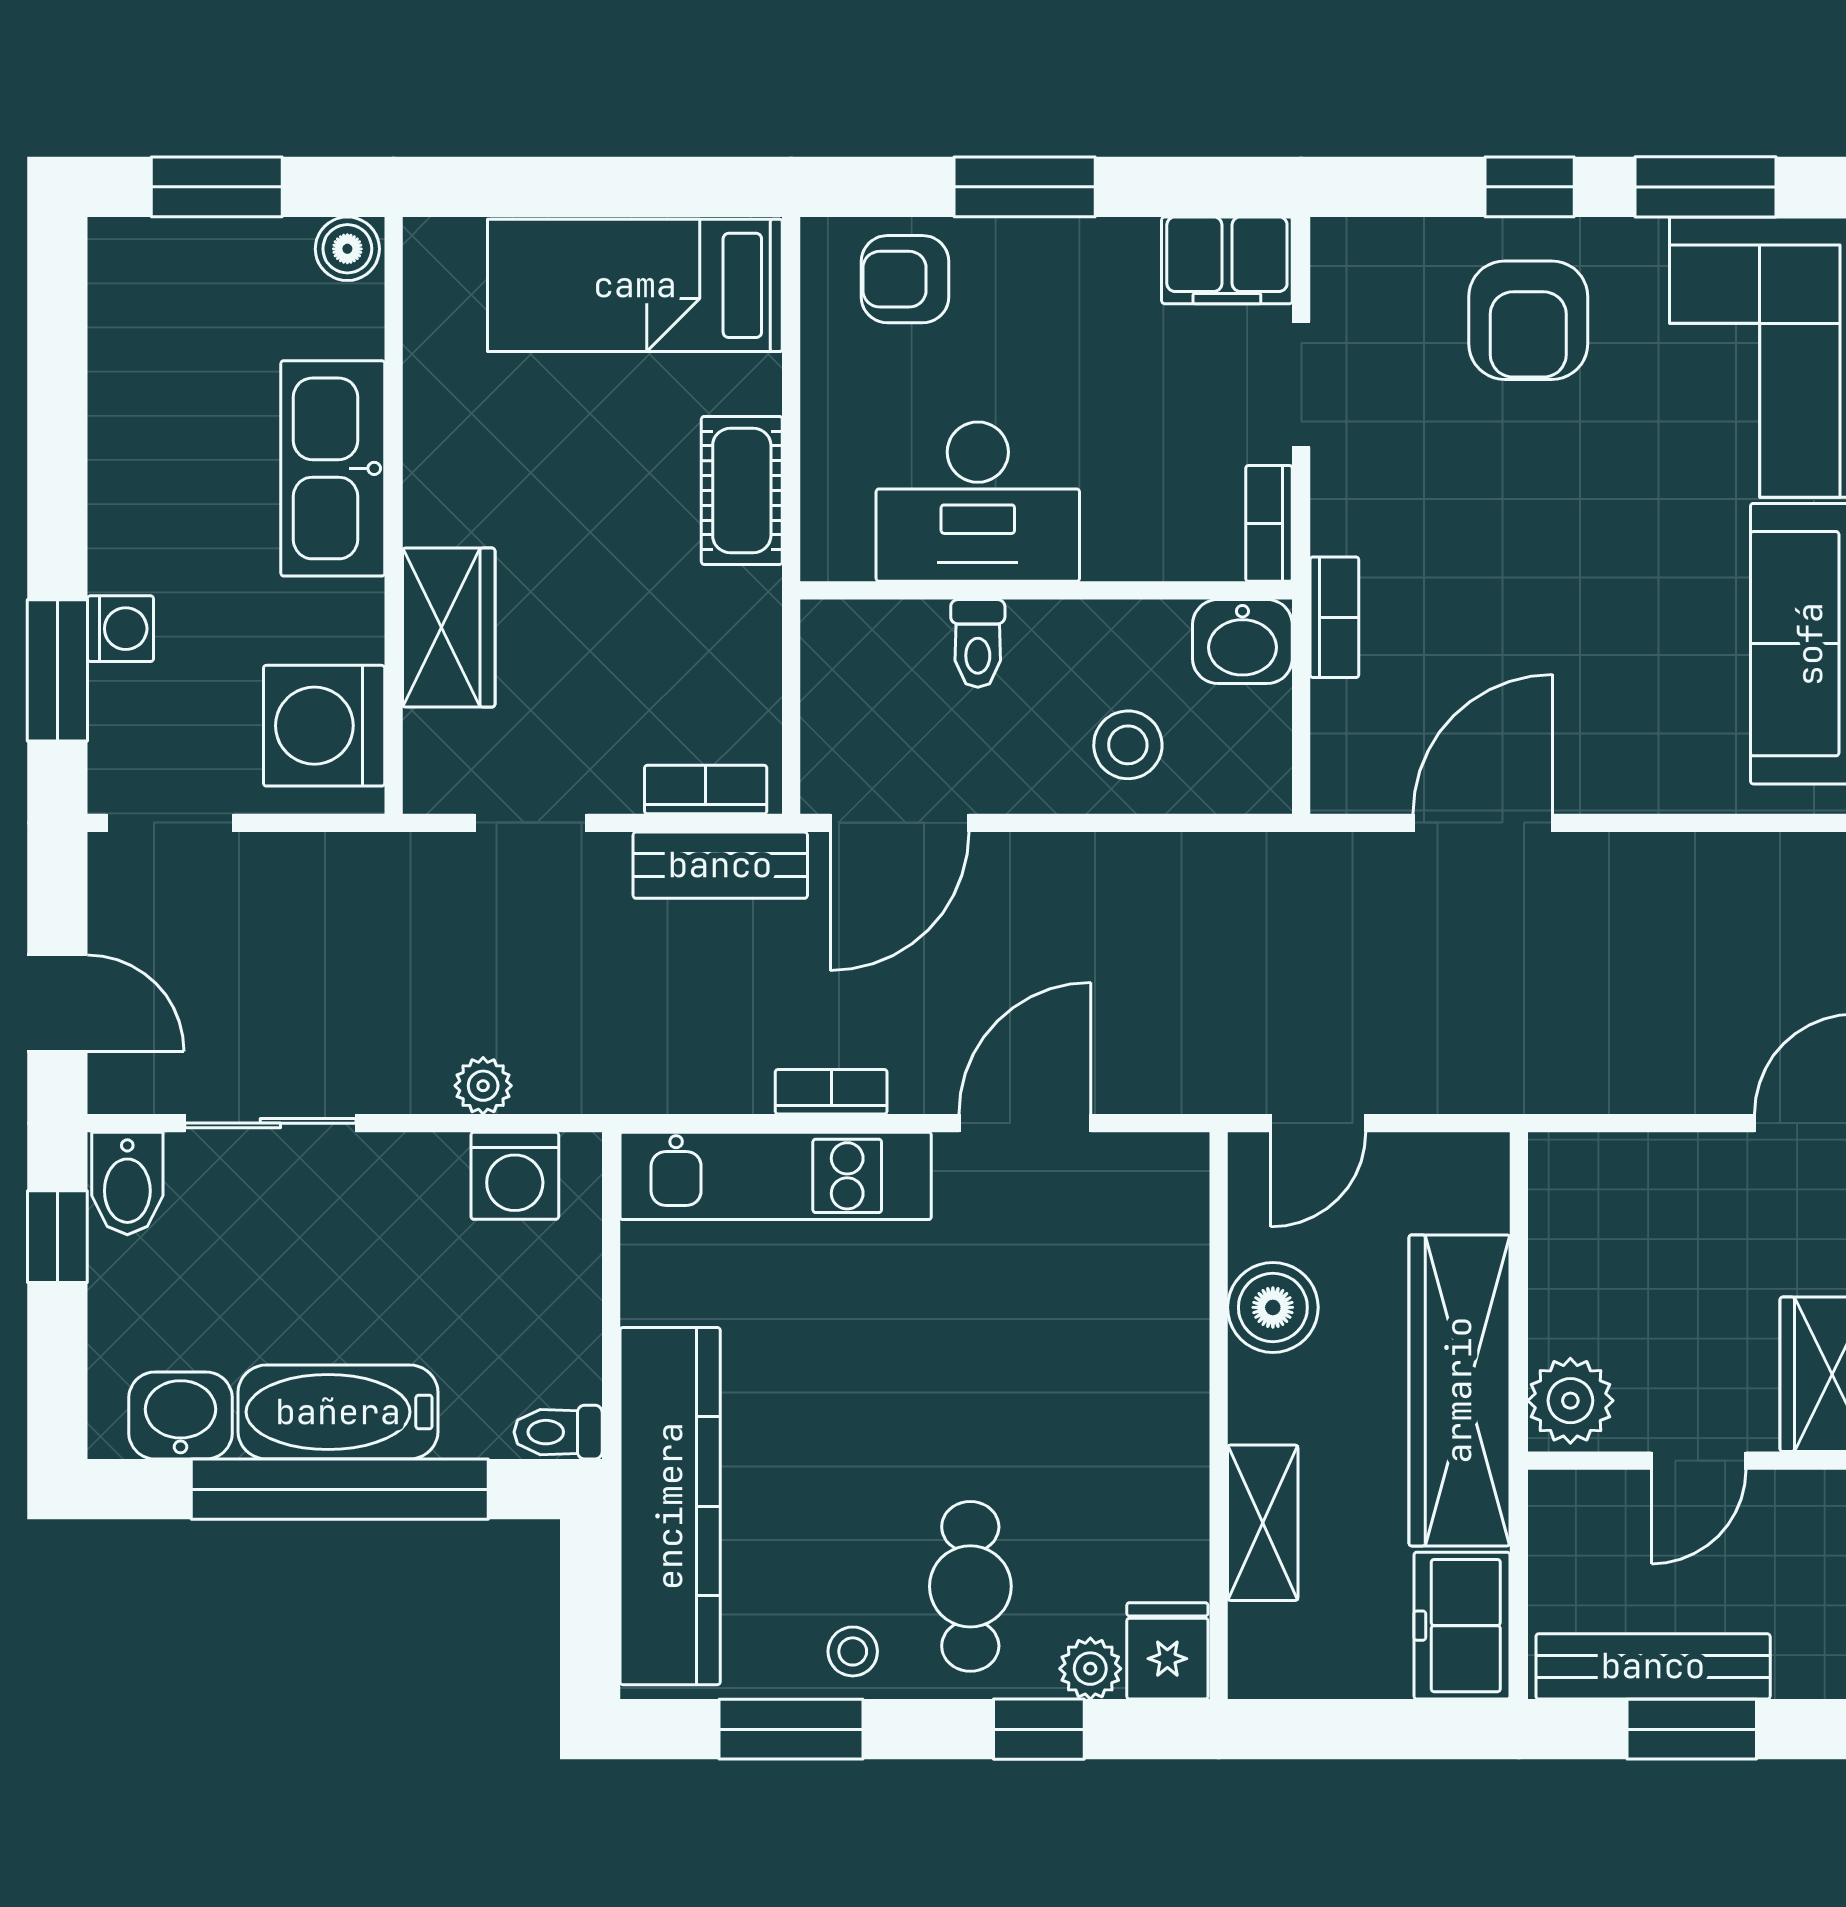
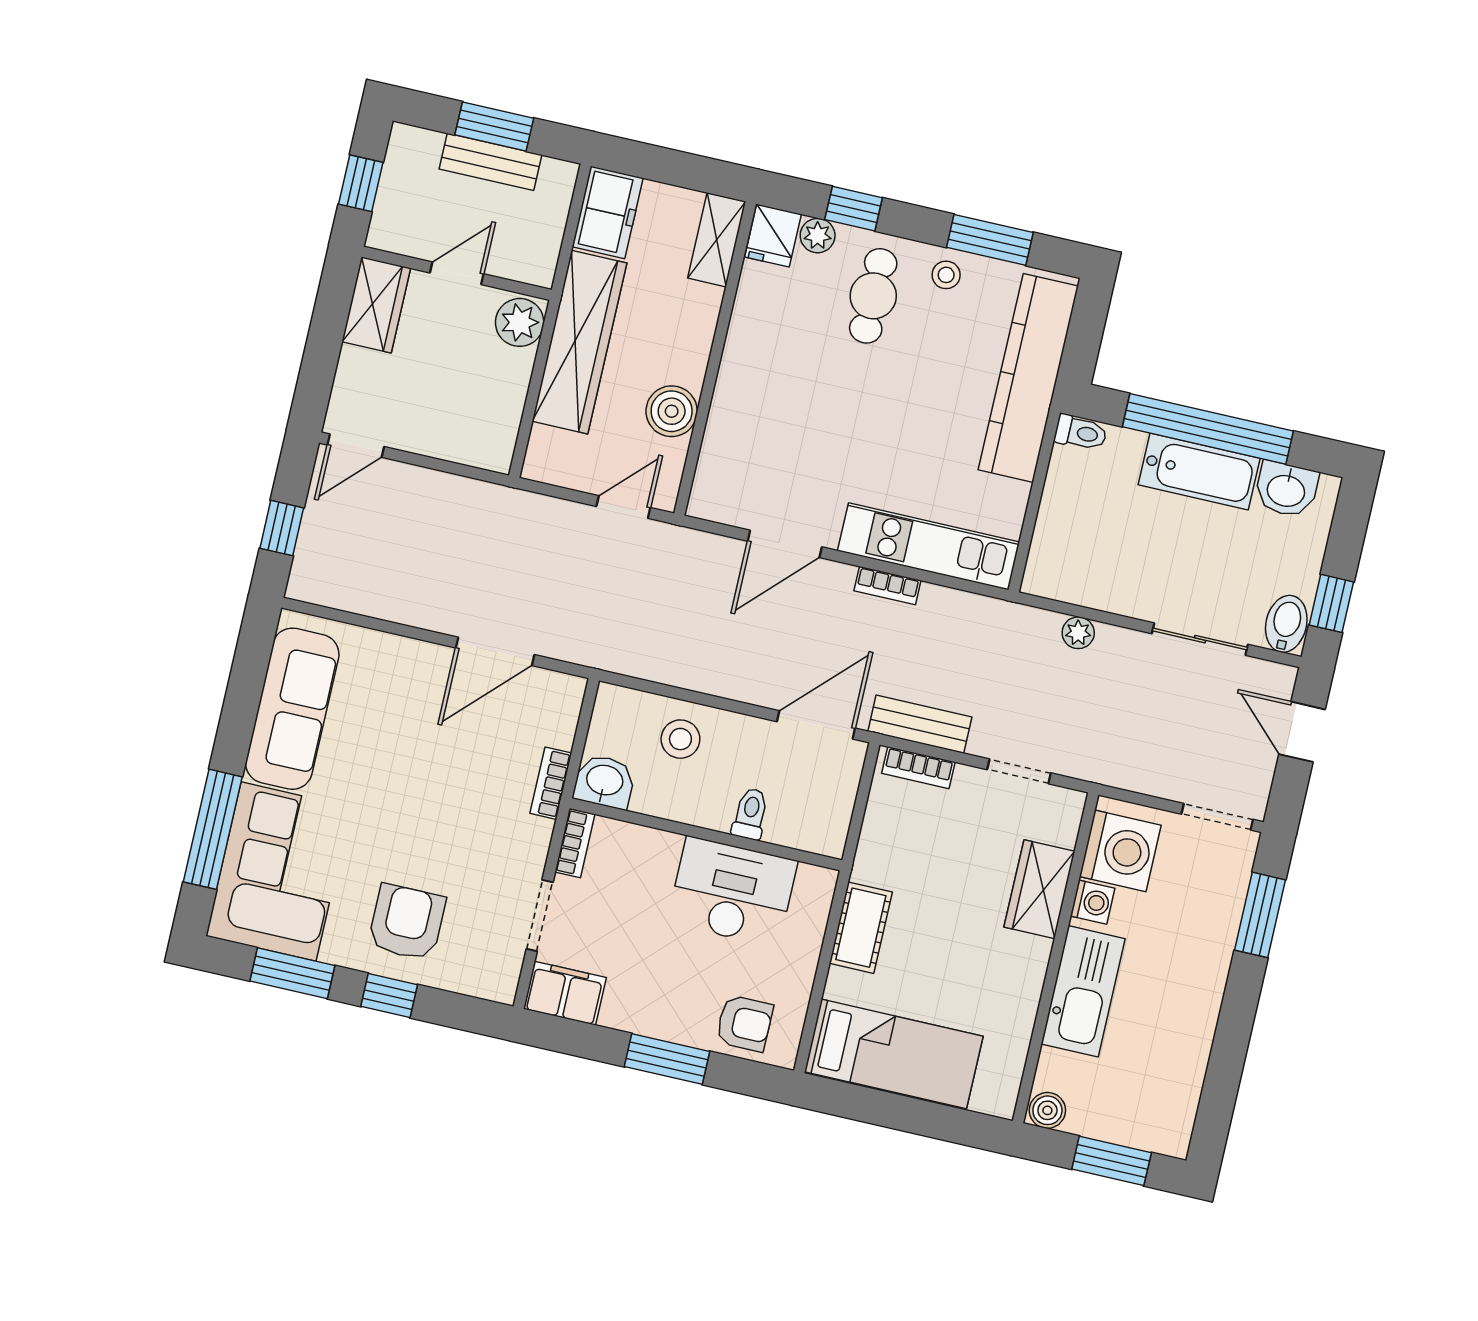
washing machine: (120, 629) -> (1093, 902), moved, turned 180
washing machine: (515, 1176) -> (1072, 579), removed
shelving: (1263, 1523) -> (717, 240), moved
bench: (1653, 1666) -> (490, 162), width x0.73

